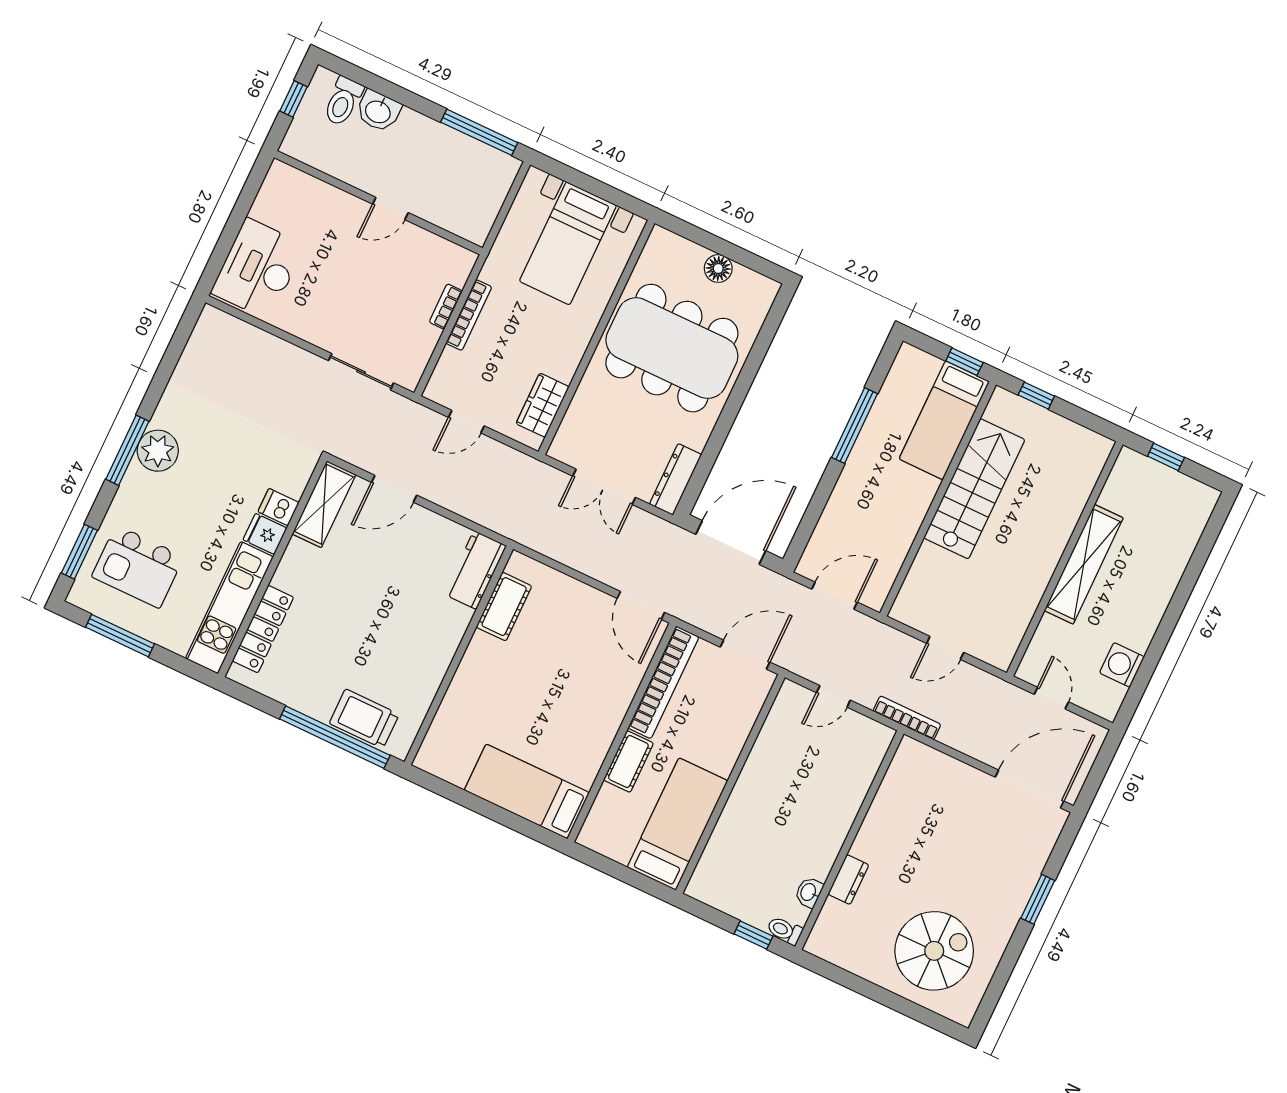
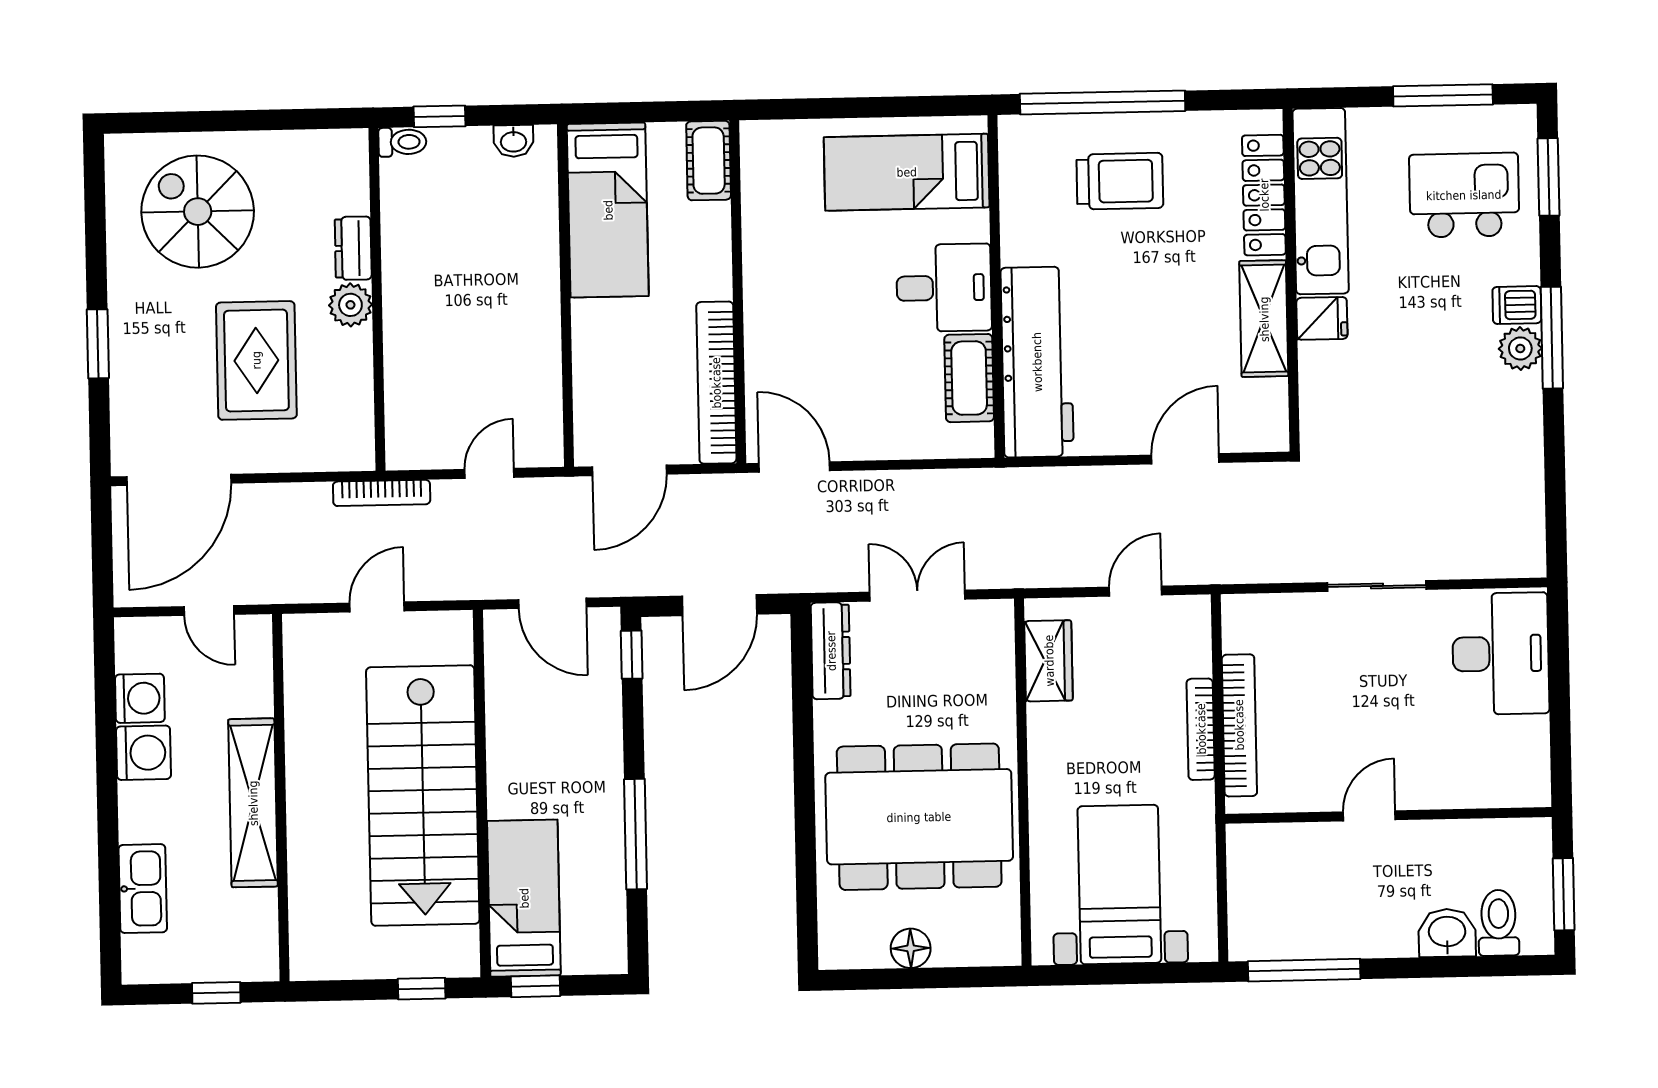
window: (293, 99) -> (1564, 894), width x1.50
bookcase: (446, 306) -> (1239, 725), width x2.31, depth x1.31
sliding door: (361, 372) -> (1377, 586), moved
plant: (158, 451) -> (1520, 348), width x0.73, depth x0.73
stairs: (974, 489) -> (423, 796), width x1.36, depth x1.51
shelving: (324, 504) -> (1264, 319), moved
dishwasher: (279, 507) -> (1517, 305), moved, turned 180
window: (801, 539) -> (632, 655), added
door: (731, 542) -> (719, 605), width x0.73
kitchen sink: (1179, 545) -> (143, 889), added
workbench: (475, 570) -> (1037, 362), width x1.88, depth x1.32
door: (835, 596) -> (552, 603), hinge flipped
washing machine: (1137, 630) -> (144, 753), added
desk: (492, 671) -> (944, 288), added
trolley: (364, 719) -> (1120, 181), moved
cot: (628, 762) -> (709, 161), moved
bed: (527, 791) -> (907, 172), moved, turned 180
rug: (944, 840) -> (256, 360), added
plant: (868, 845) -> (350, 305), added
washbasin: (809, 892) -> (513, 141), moved, turned 90
spiral stairs: (934, 951) -> (198, 212), turned 90

